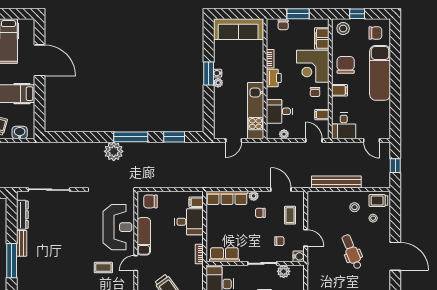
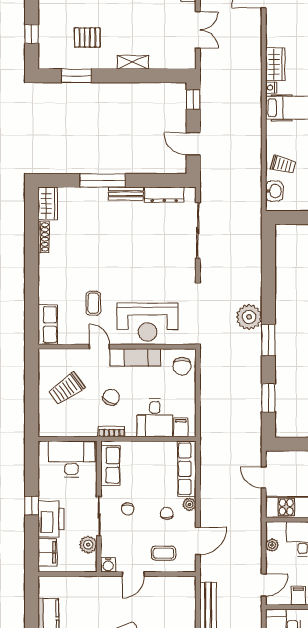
window: (131, 137) -> (268, 340), width x0.69
chair: (150, 201) -> (182, 366), turned 180
chair: (279, 241) -> (128, 509), moved
chair: (174, 254) -> (111, 397), added

